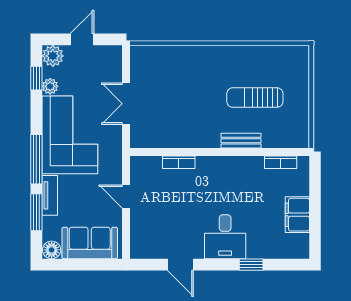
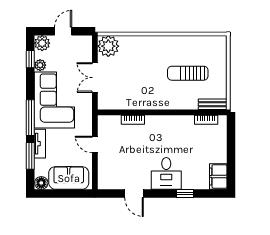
plant: (145, 60) -> (108, 46), added
bench: (241, 141) -> (213, 104), moved
filing cabinet: (297, 215) -> (218, 176), moved

